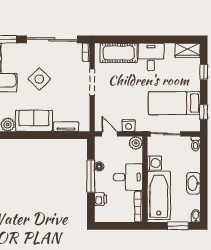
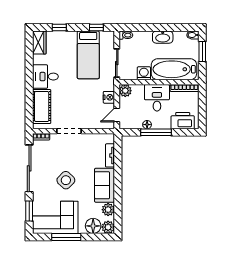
printer: (101, 199) -> (183, 121), width x1.87, depth x1.48

